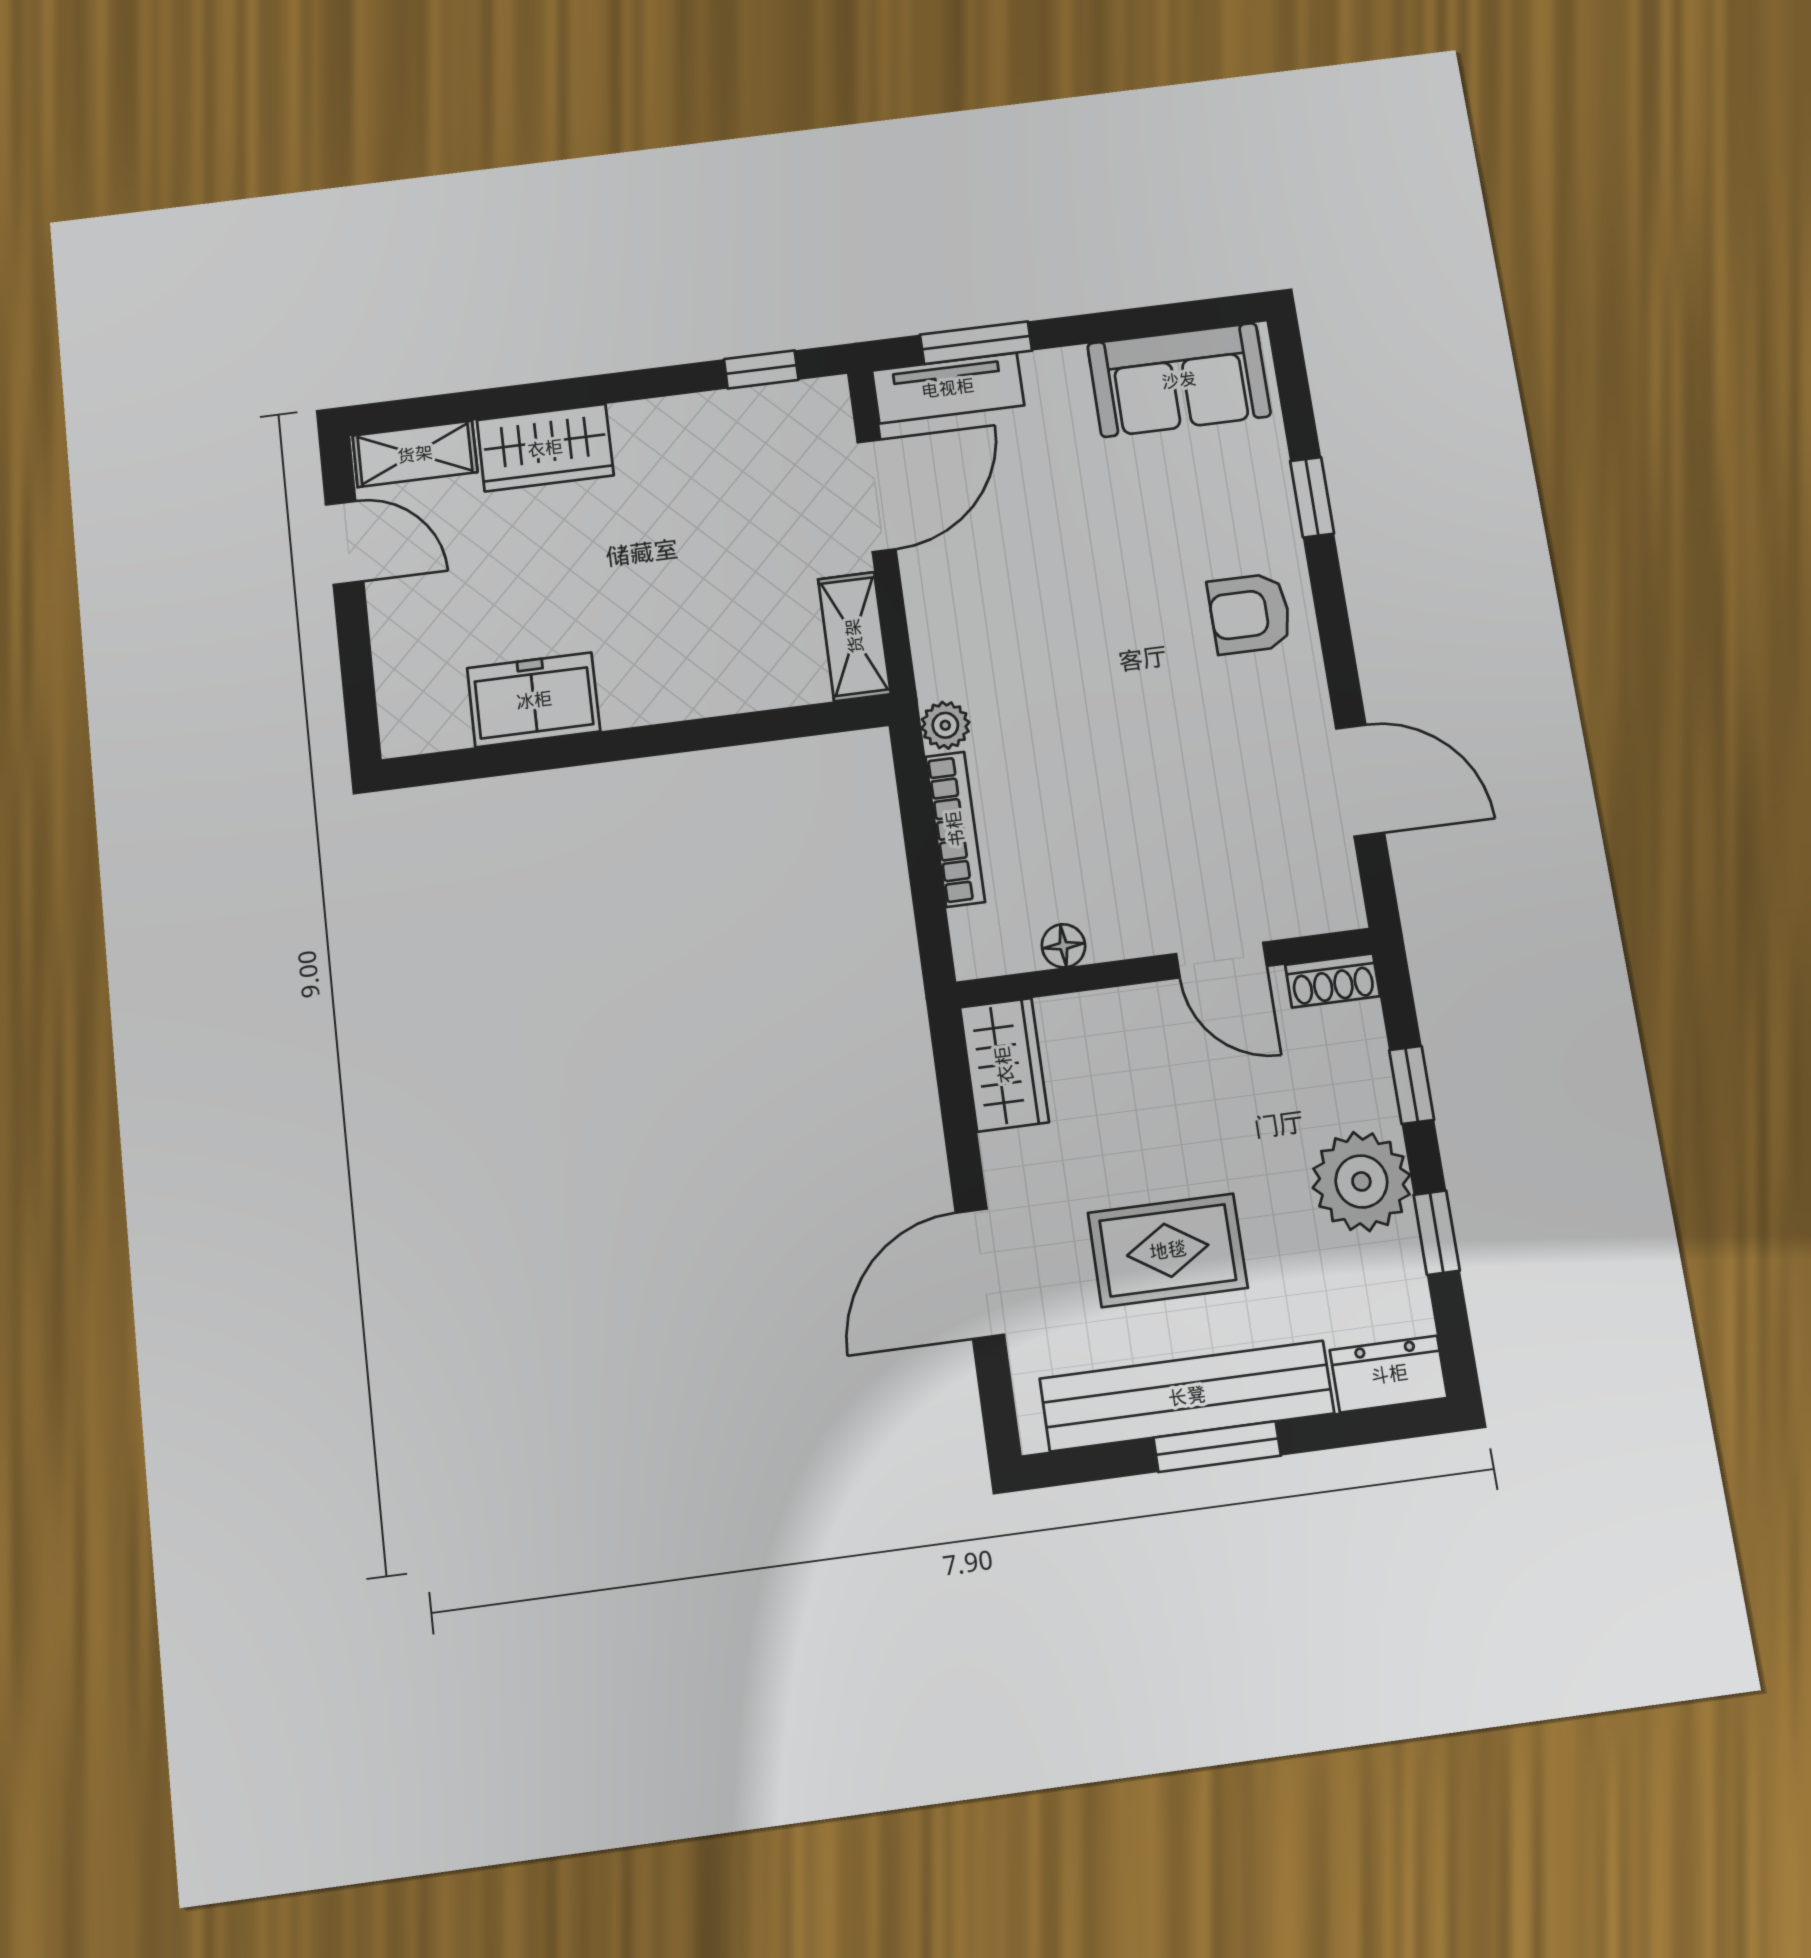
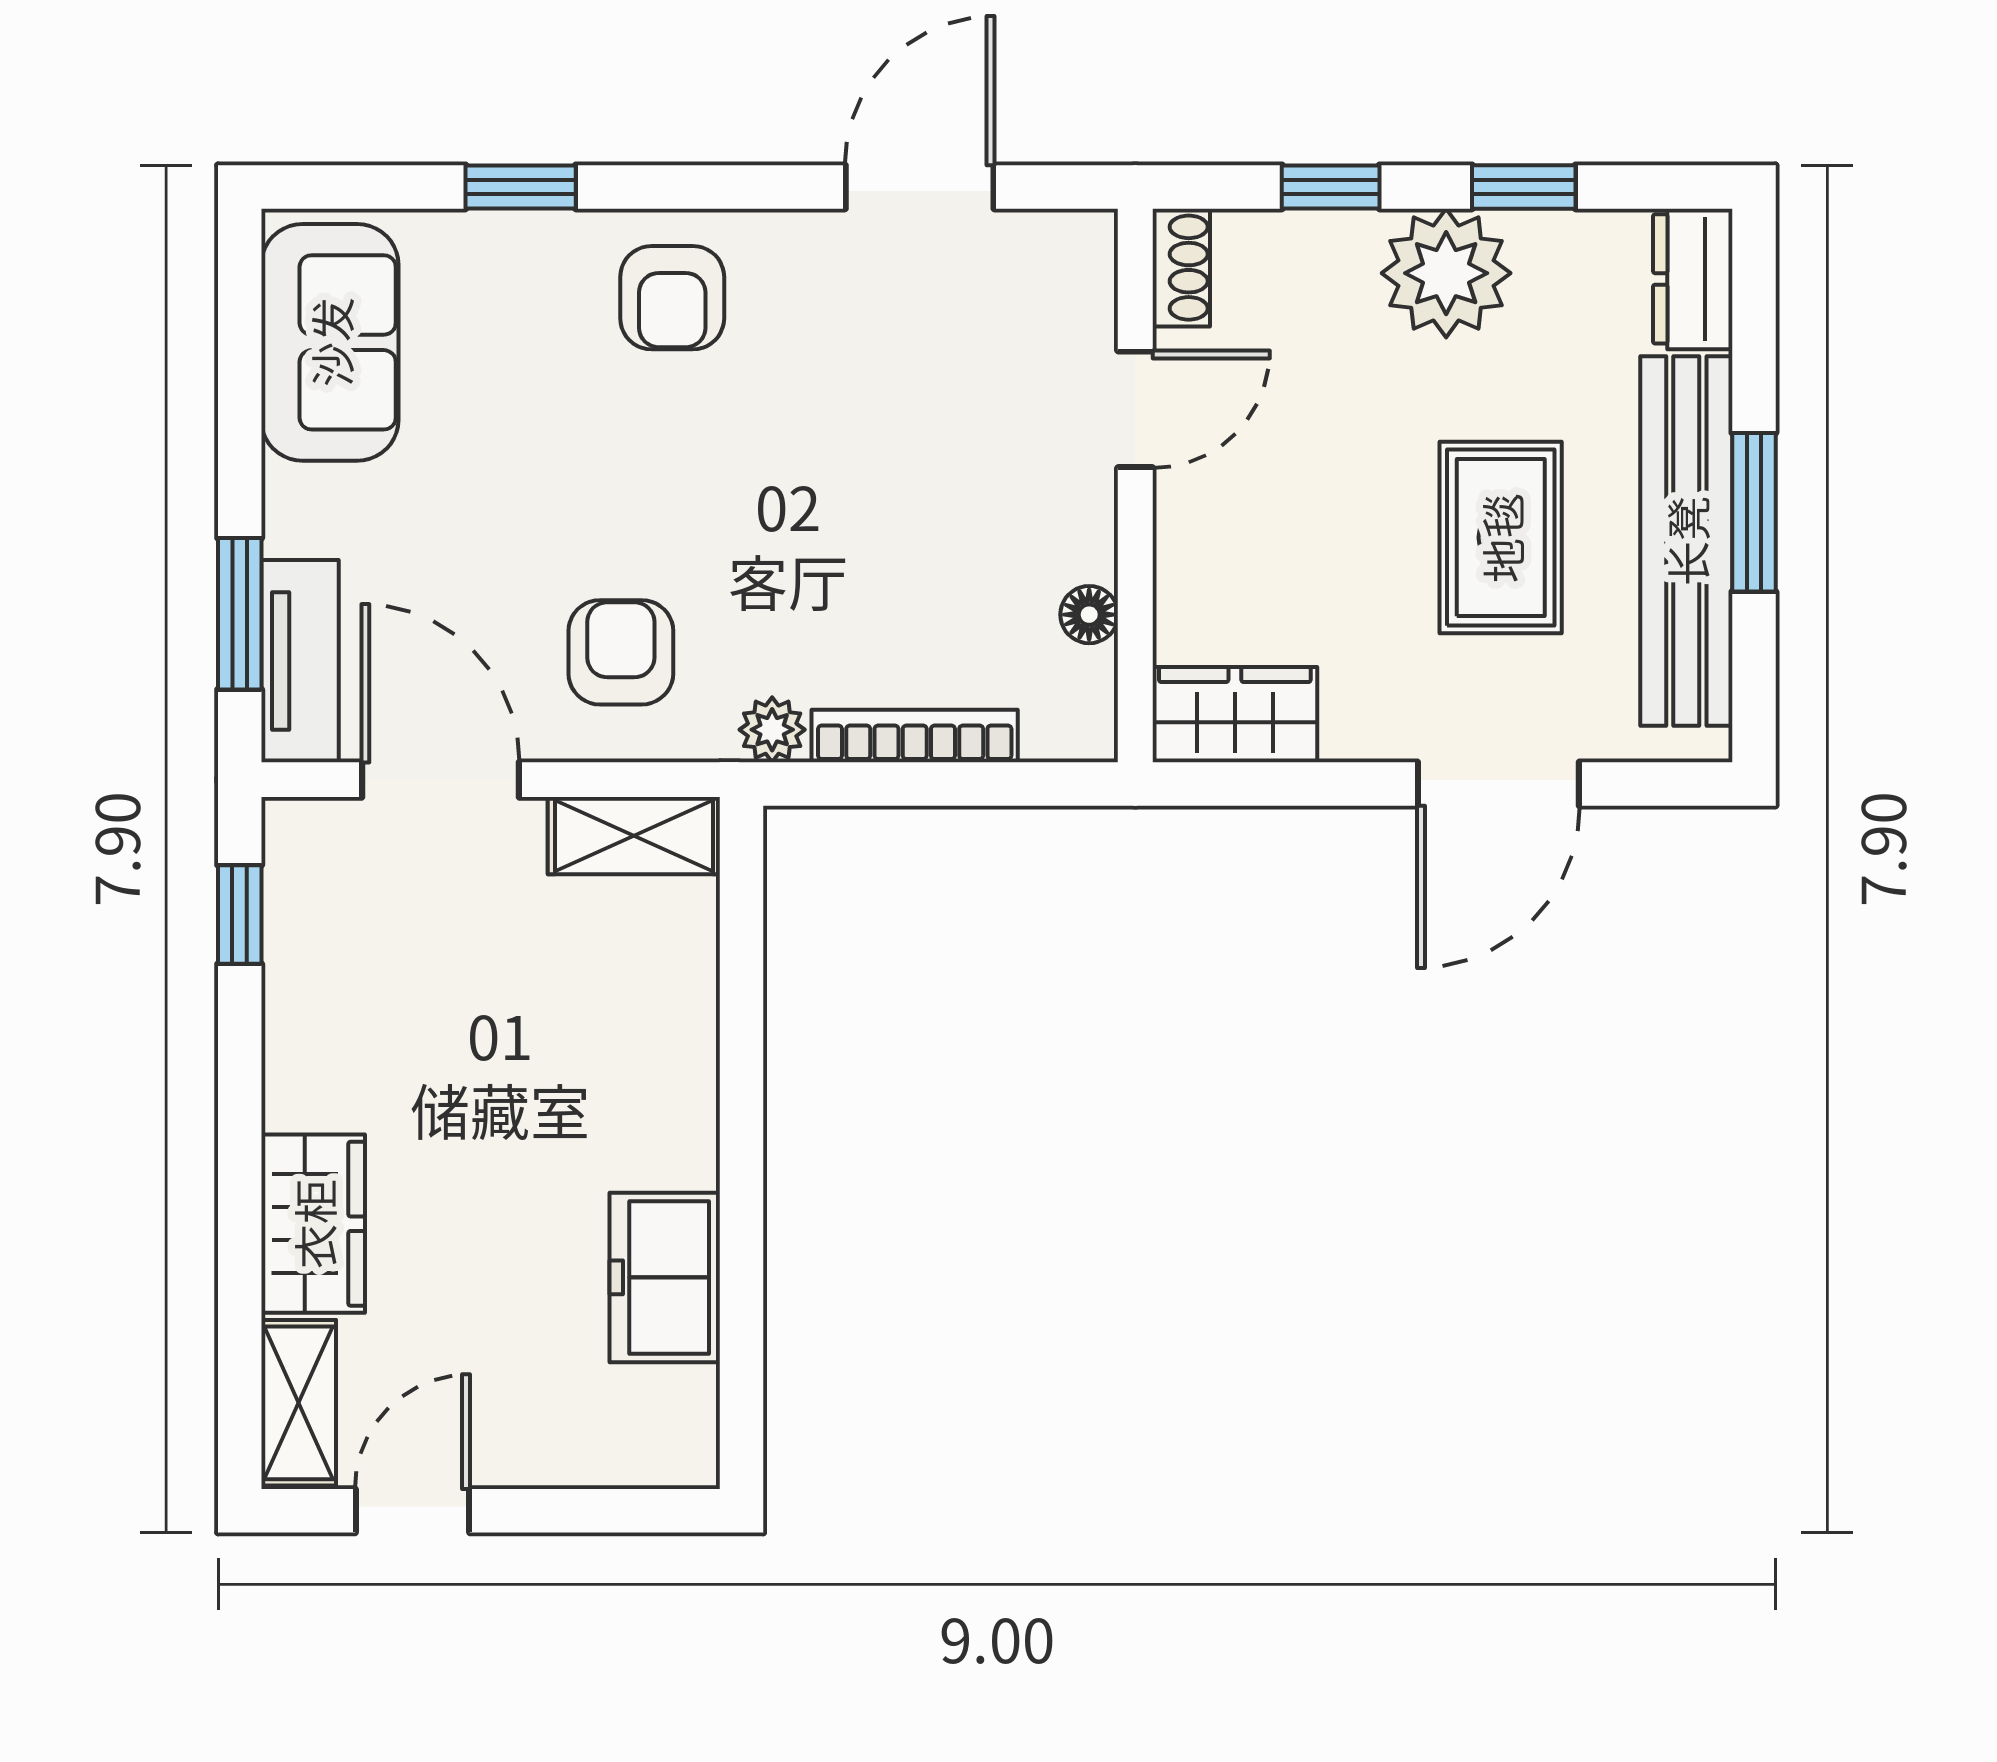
armchair: (987, 610) -> (621, 652), added
door: (980, 1273) -> (1498, 784), hinge flipped

